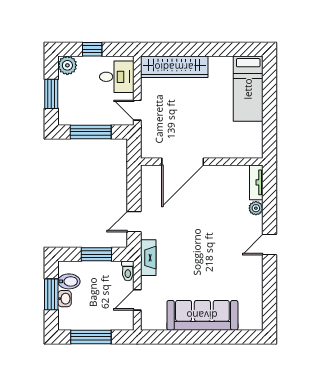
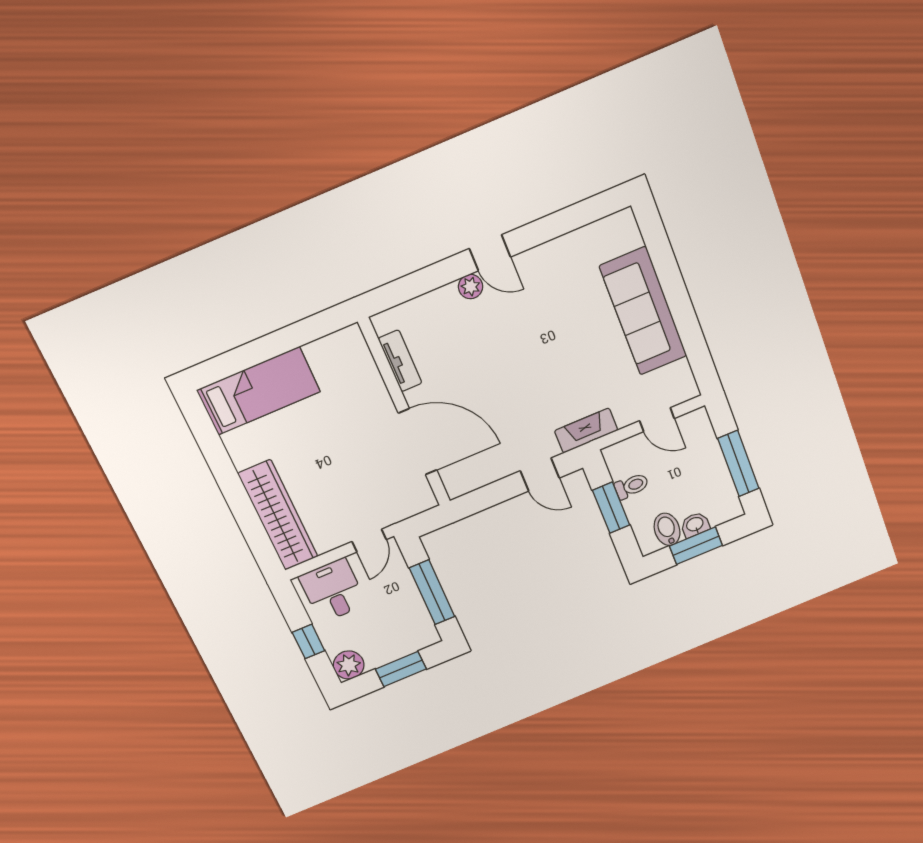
tv unit: (256, 182) -> (400, 361), moved, turned -90
plant: (256, 208) -> (471, 287), moved
toilet: (128, 271) -> (632, 486), moved

